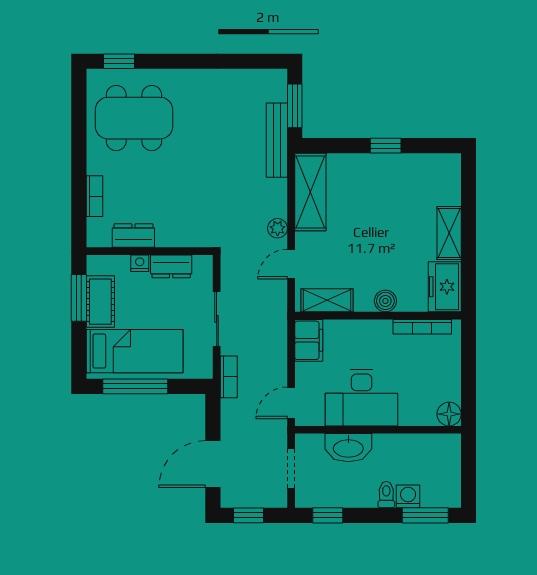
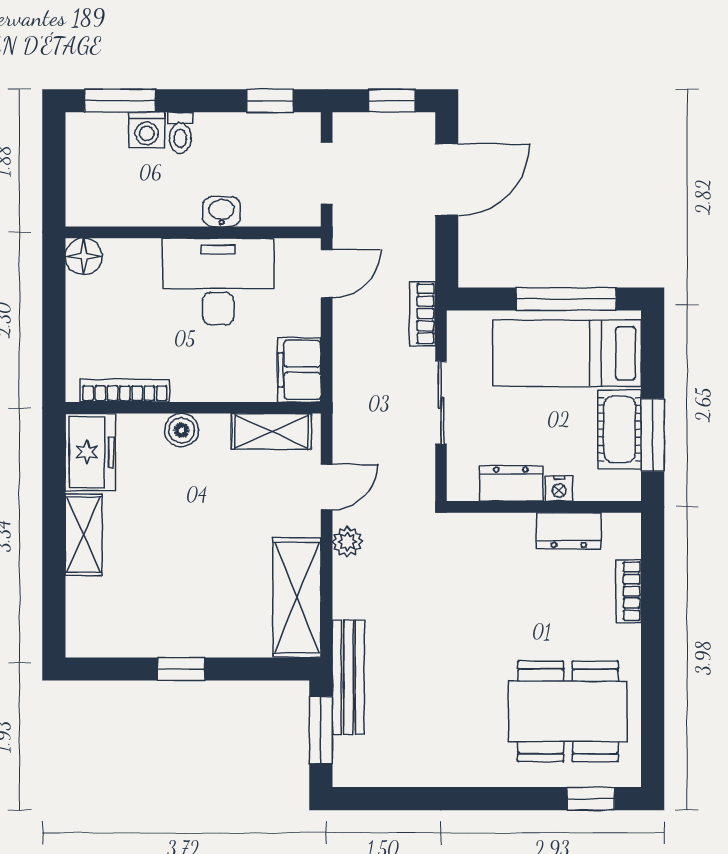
washbasin: (348, 448) -> (221, 212), width x0.52, depth x0.69

